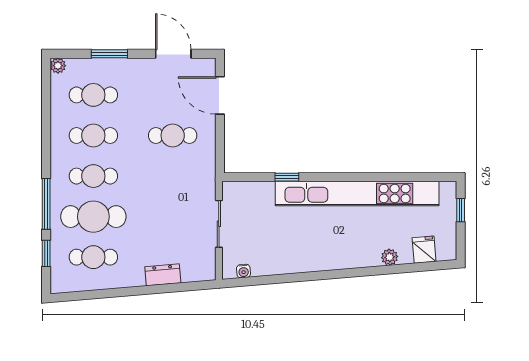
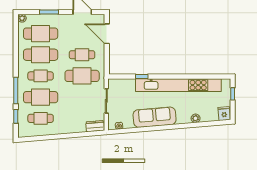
cafe table: (93, 95) -> (41, 34), width x1.37, depth x1.35
cafe table: (93, 135) -> (41, 55), width x1.37, depth x1.35
cafe table: (173, 176) -> (82, 76), added
fridge: (424, 250) -> (224, 114), moved
sofa: (311, 255) -> (155, 117), added
dresser: (163, 275) -> (95, 126), moved

